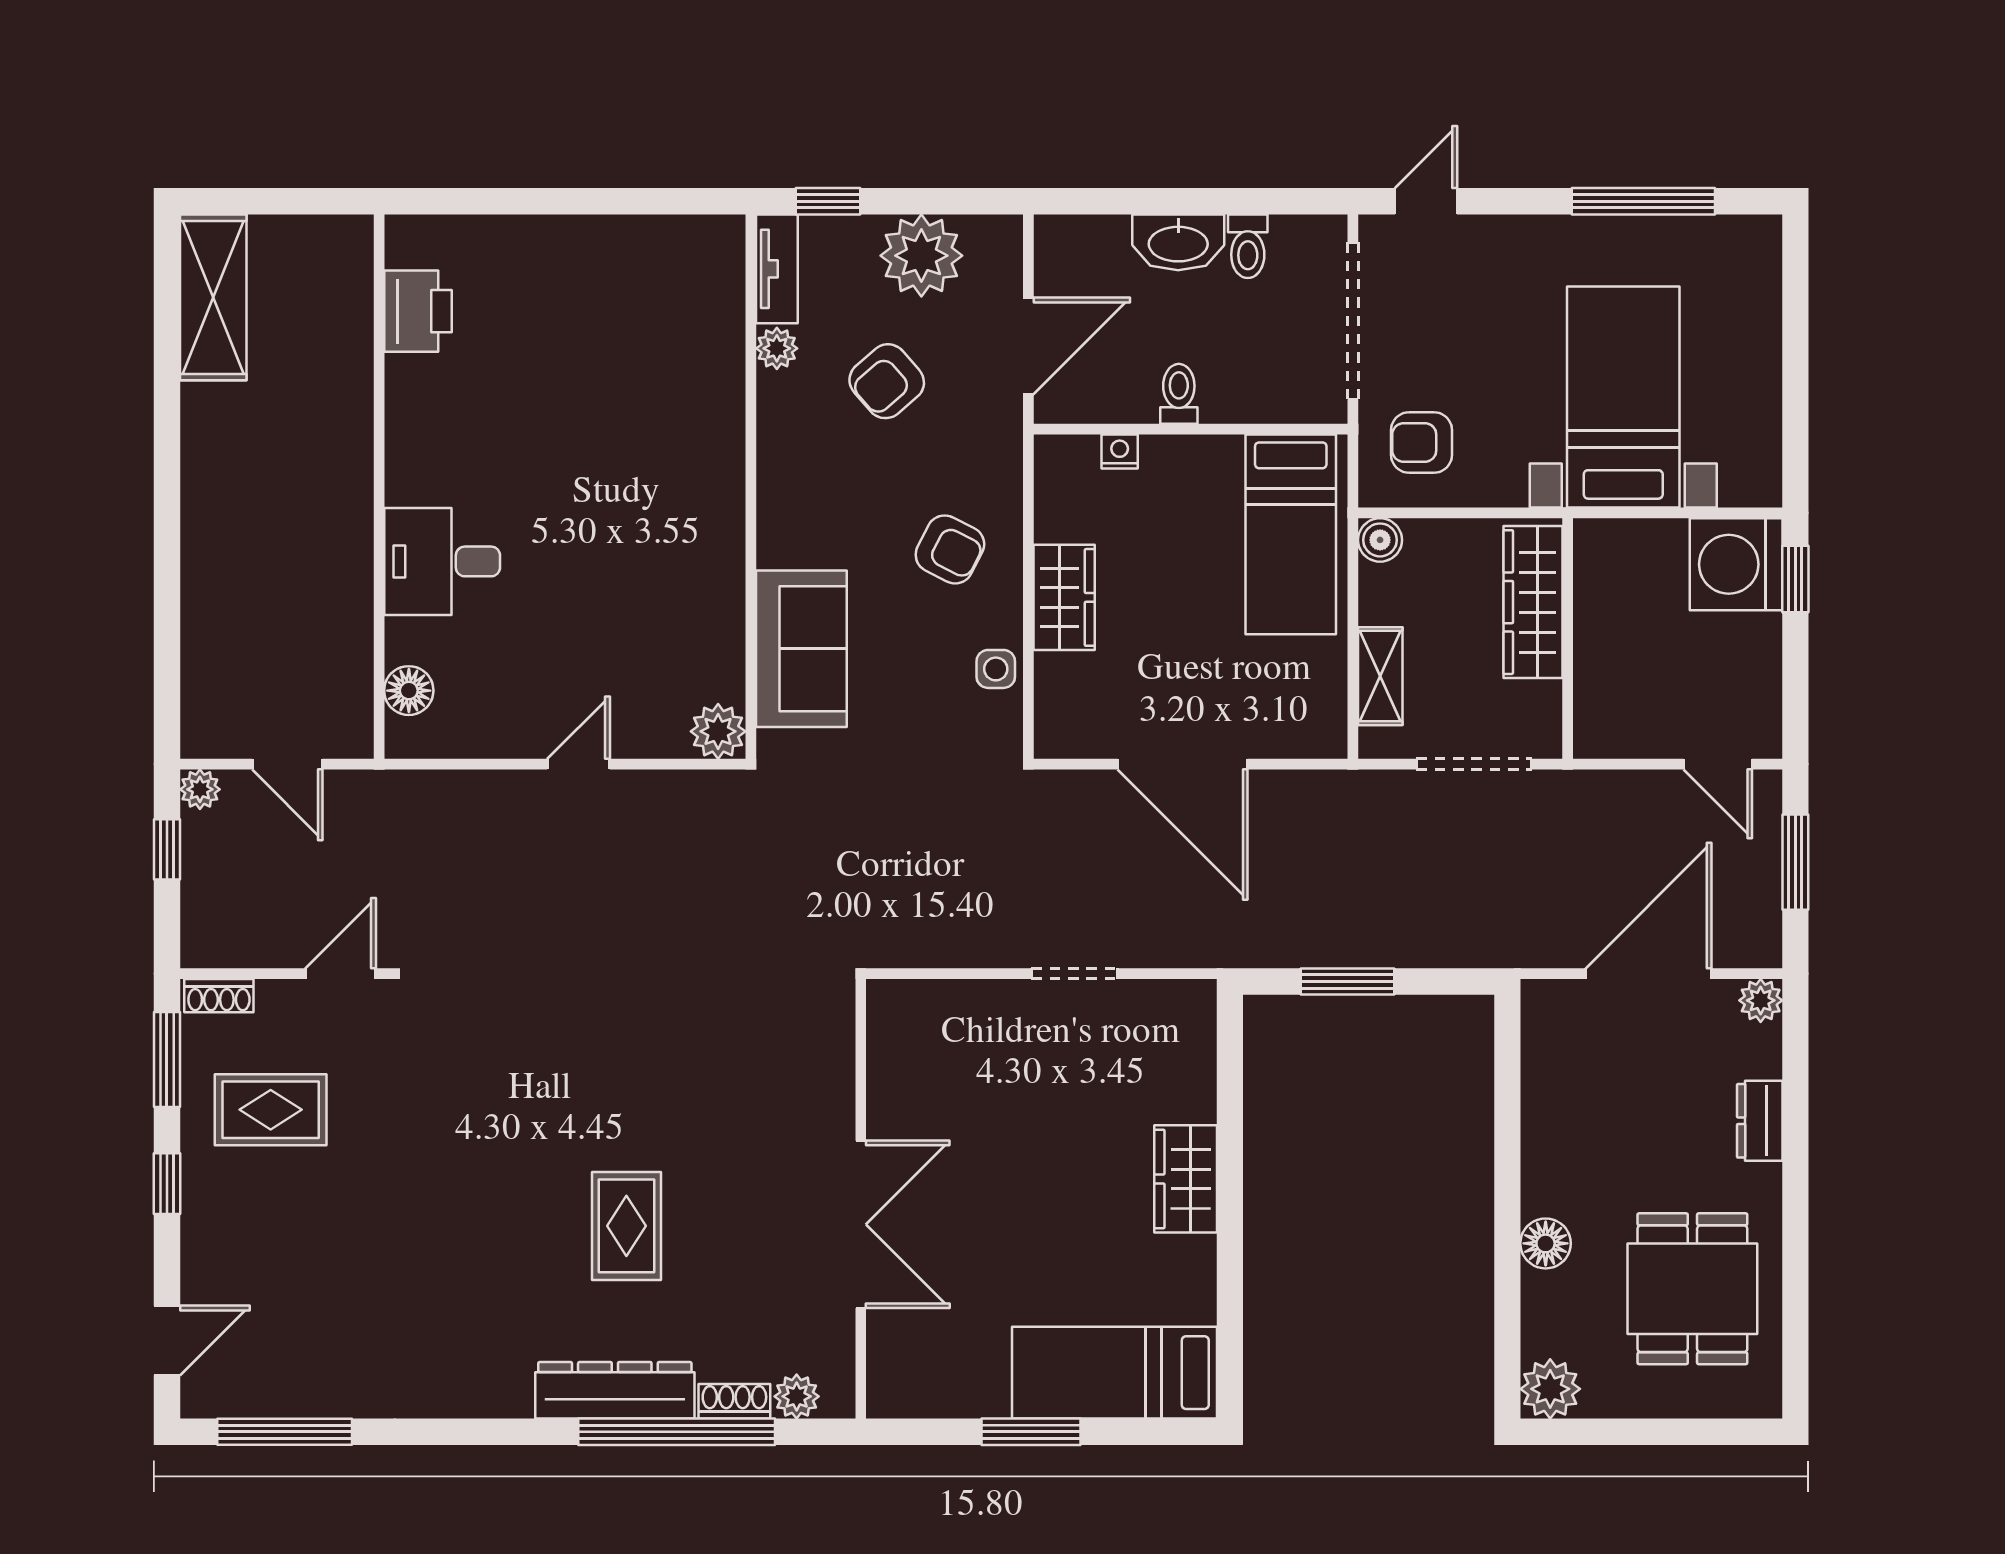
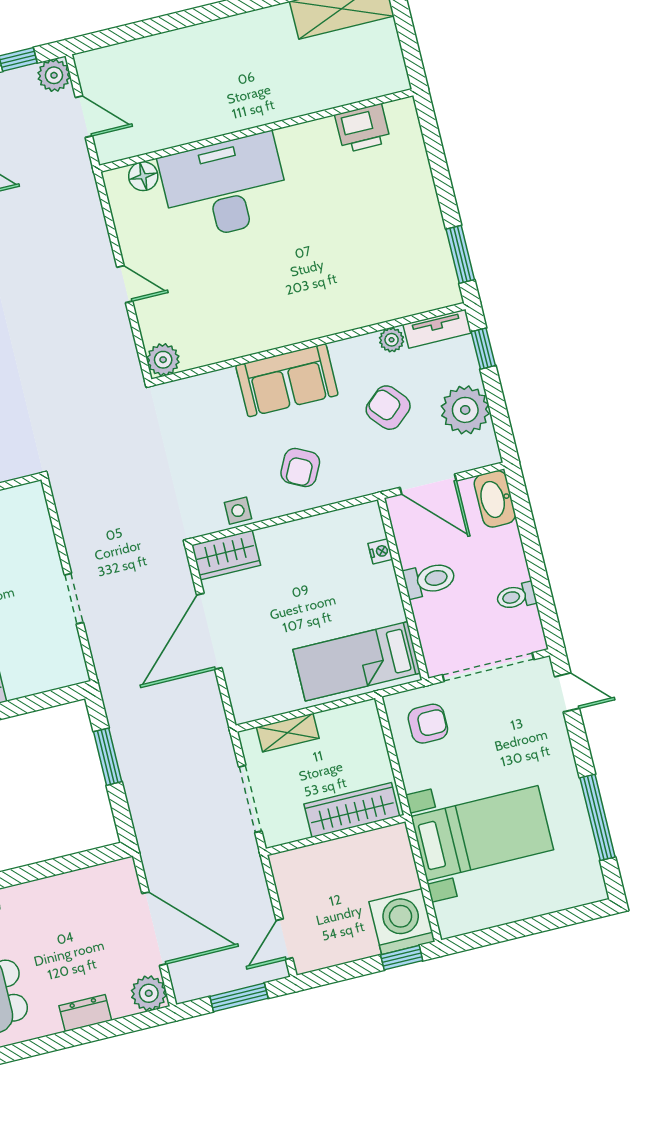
window: (664, 201) -> (460, 254), added
washbasin: (1178, 242) -> (495, 499), moved
toilet: (1179, 394) -> (429, 580), width x1.37, depth x1.39
armchair: (1422, 442) -> (428, 724), turned 90
boiler: (1380, 540) -> (366, 713), removed
desk: (442, 561) -> (225, 187), width x1.87, depth x1.30
wardrobe: (1064, 597) -> (226, 555), moved
sofa: (801, 649) -> (287, 380), moved
door: (287, 764) -> (84, 117), swing flipped
plant: (200, 789) -> (54, 75), width x1.38, depth x1.38
plant: (1761, 1000) -> (149, 993), width x1.38, depth x1.38

